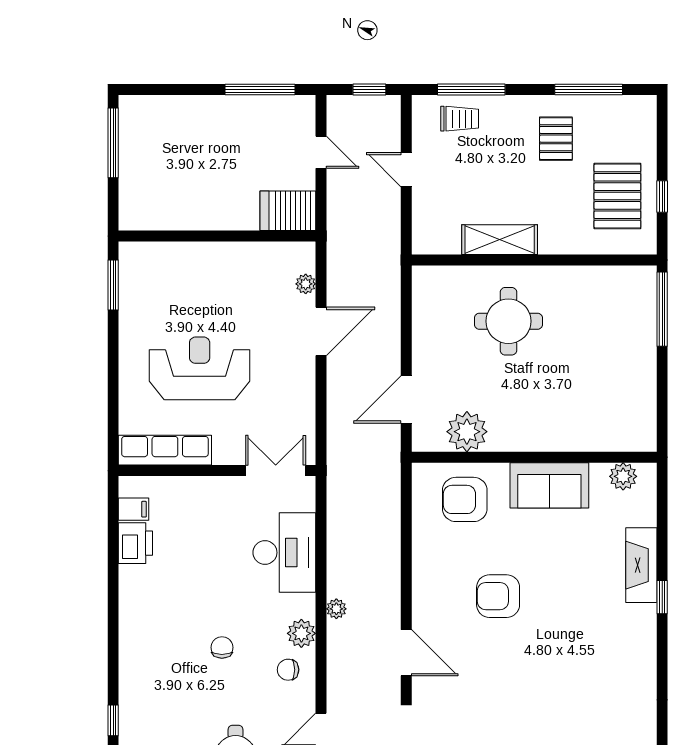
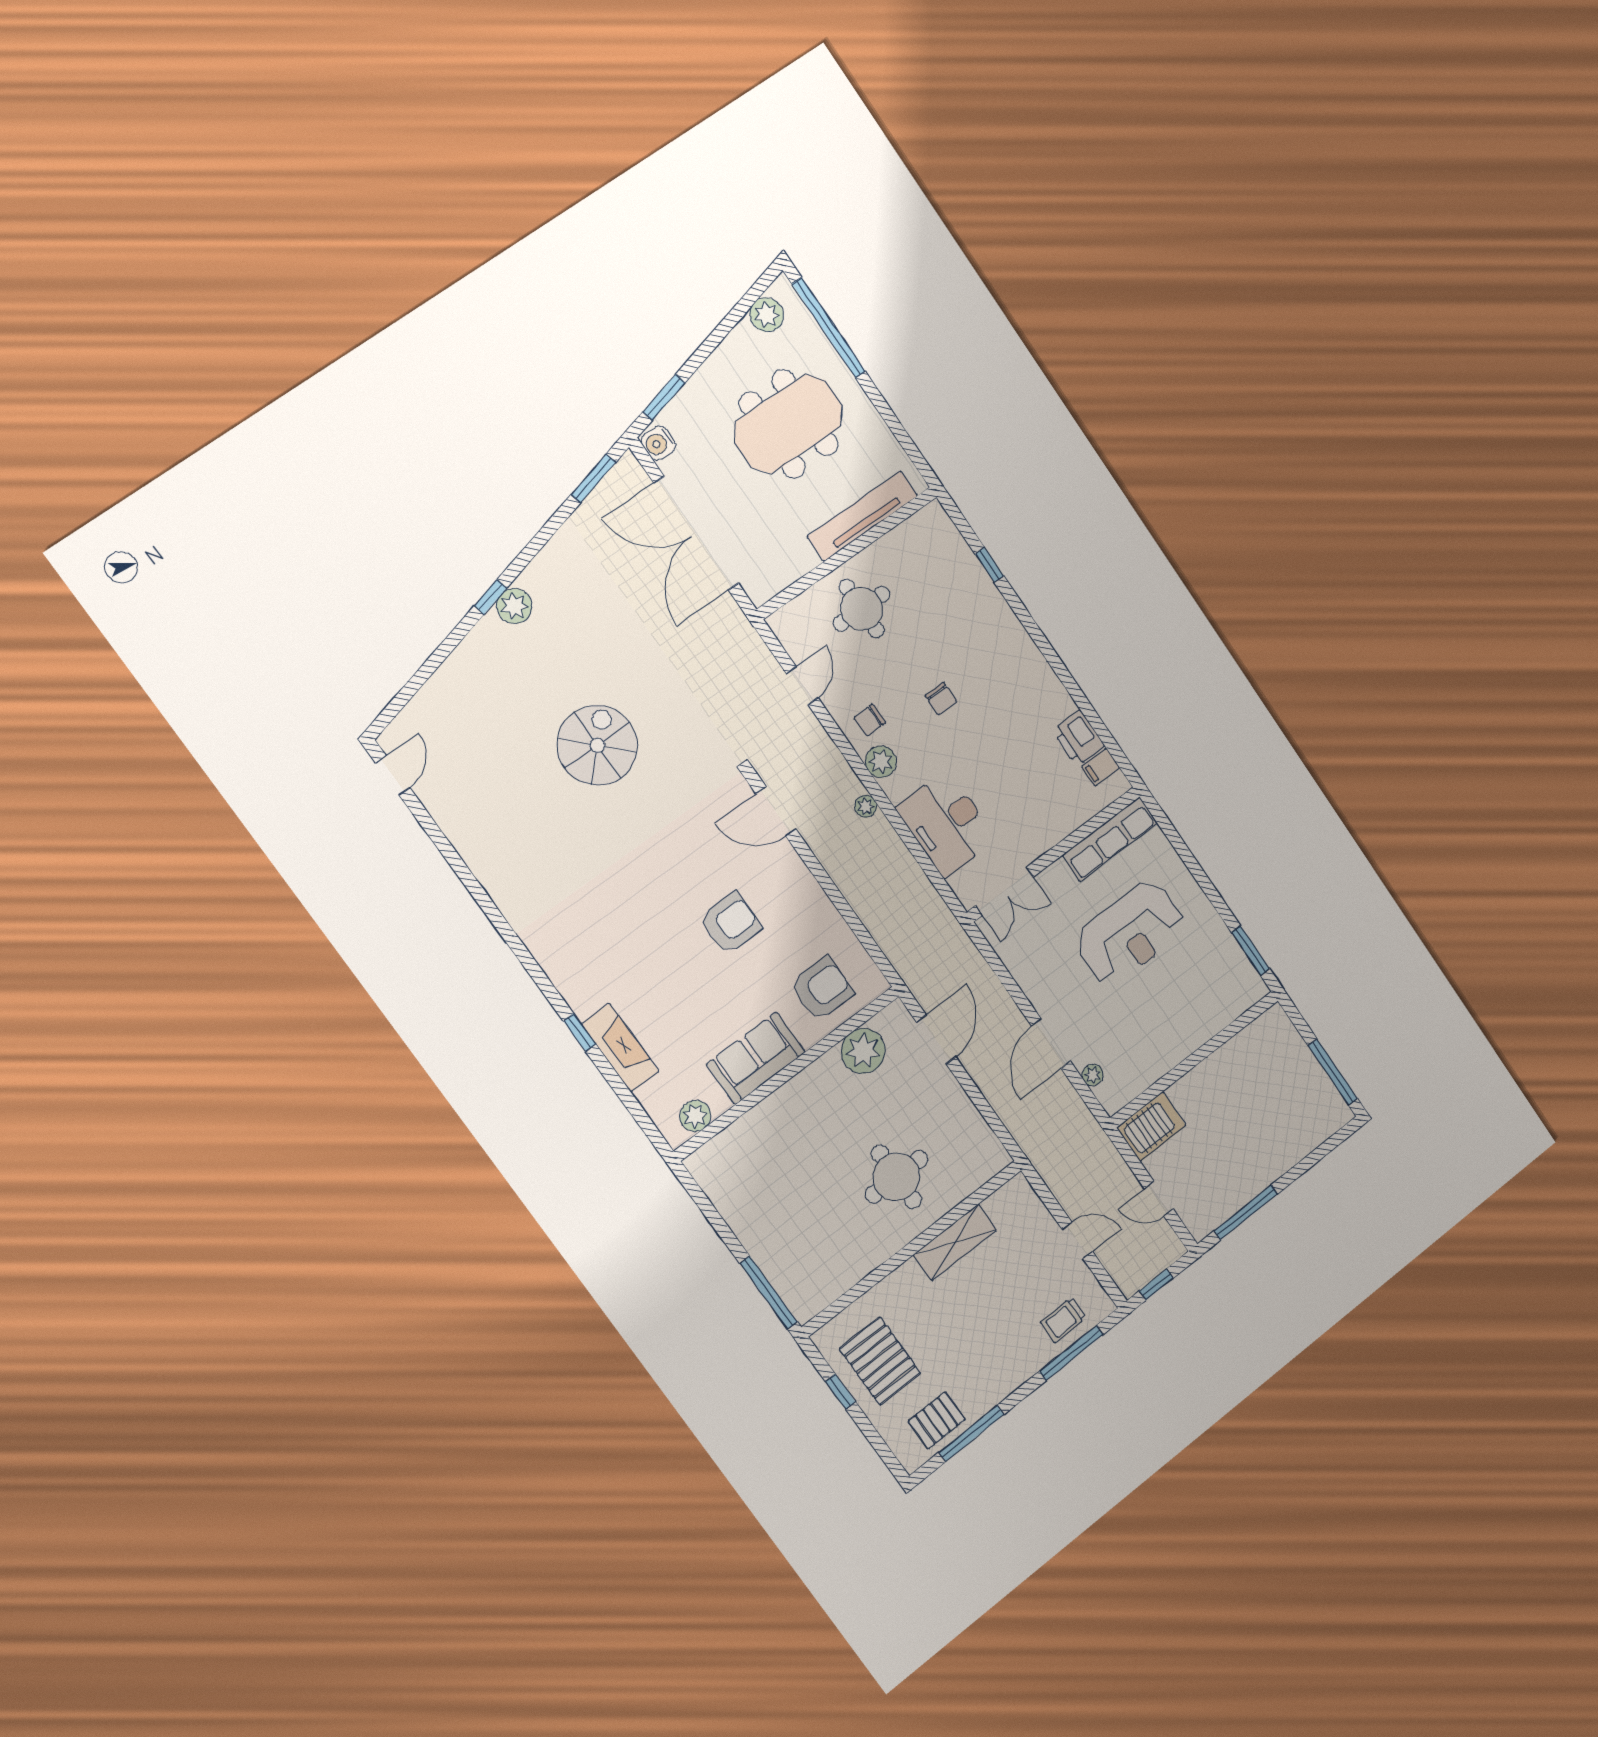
pallet: (556, 139) -> (937, 1420), moved, turned 90
chair: (288, 670) -> (870, 720), turned 180

